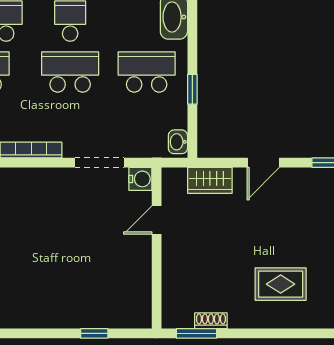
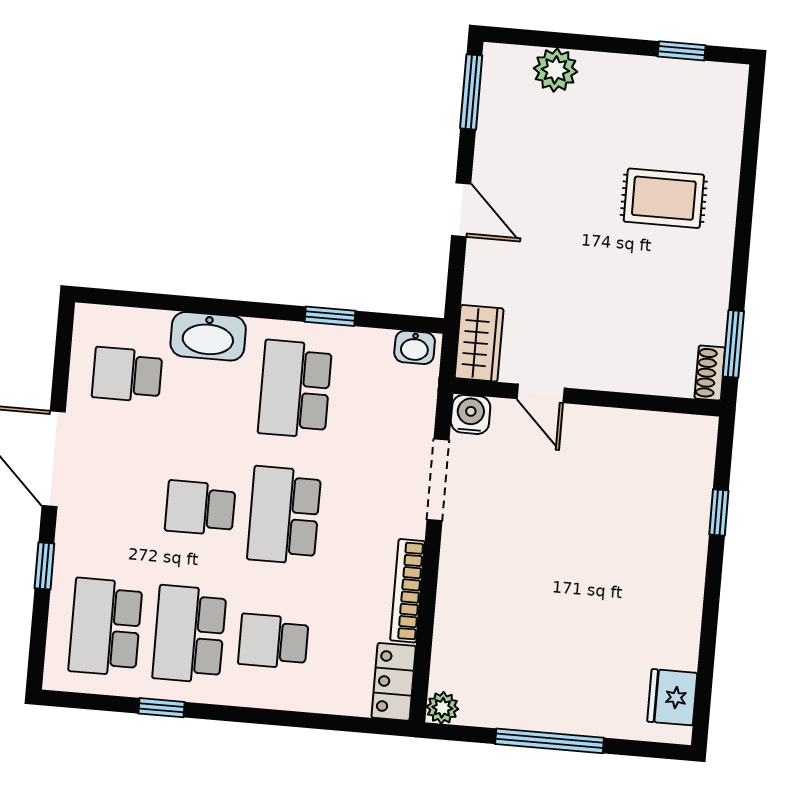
wardrobe: (210, 180) -> (479, 343), moved
rug: (281, 284) -> (664, 198), turned 90
shoe rack: (211, 321) -> (710, 373), moved

